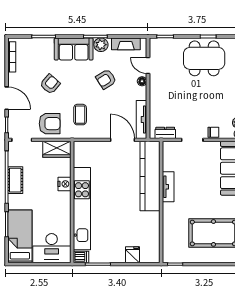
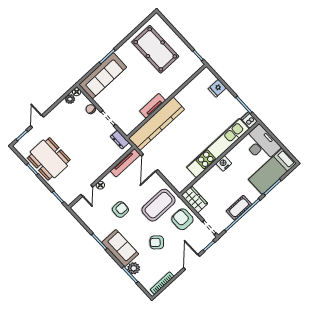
fireplace: (126, 44) -> (86, 218), removed
plant: (101, 45) -> (134, 268), moved
armchair: (106, 79) -> (120, 209), turned -58
coffee table: (80, 115) -> (159, 205), width x1.86, depth x1.72
nightstand: (64, 184) -> (224, 163), moved

